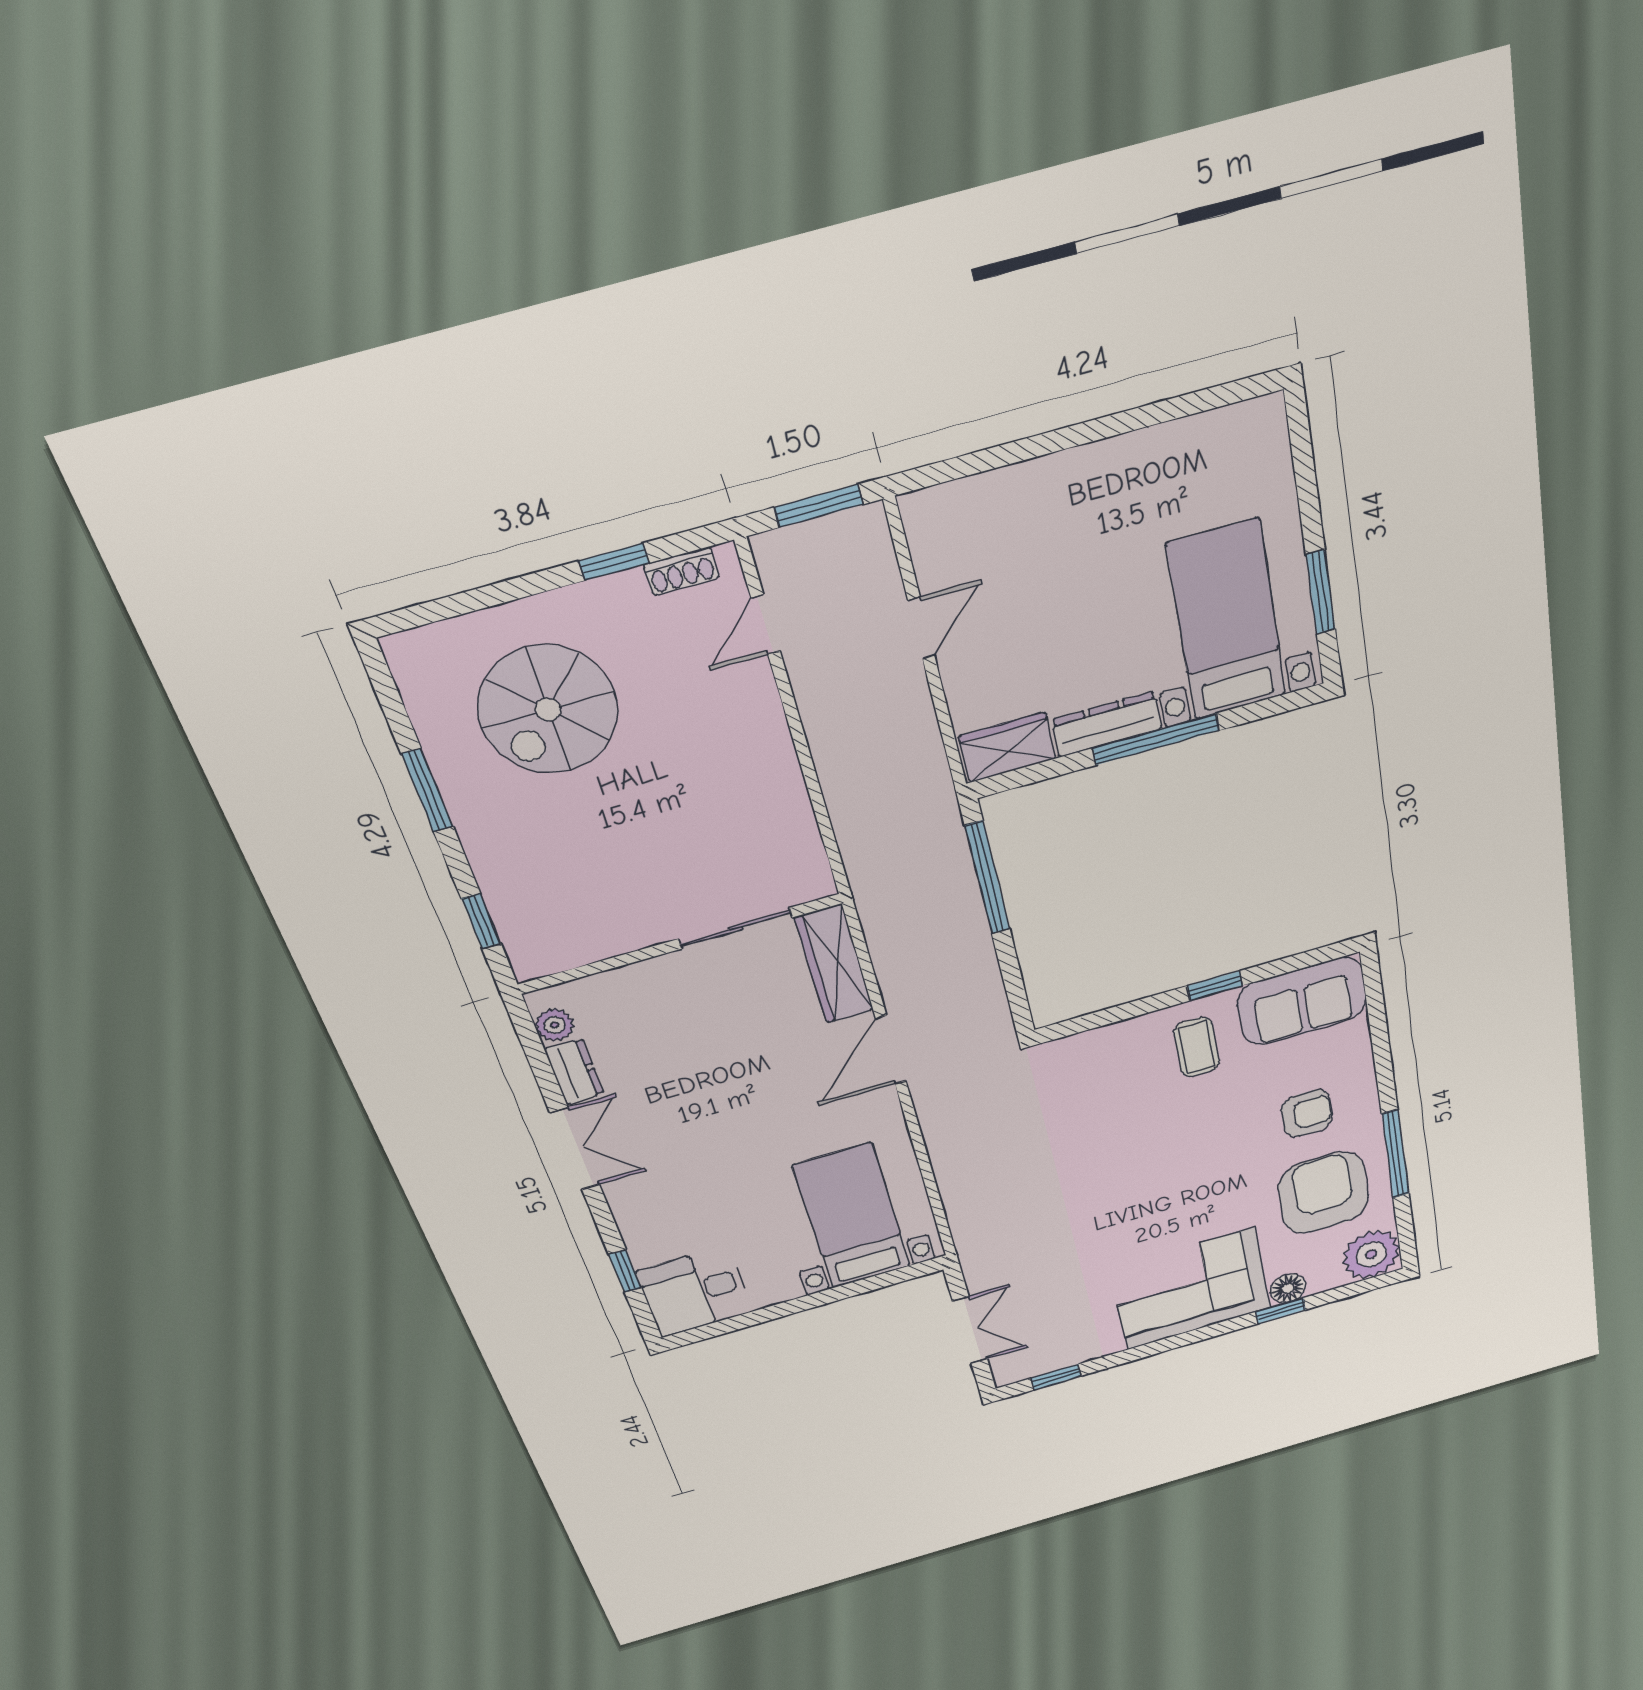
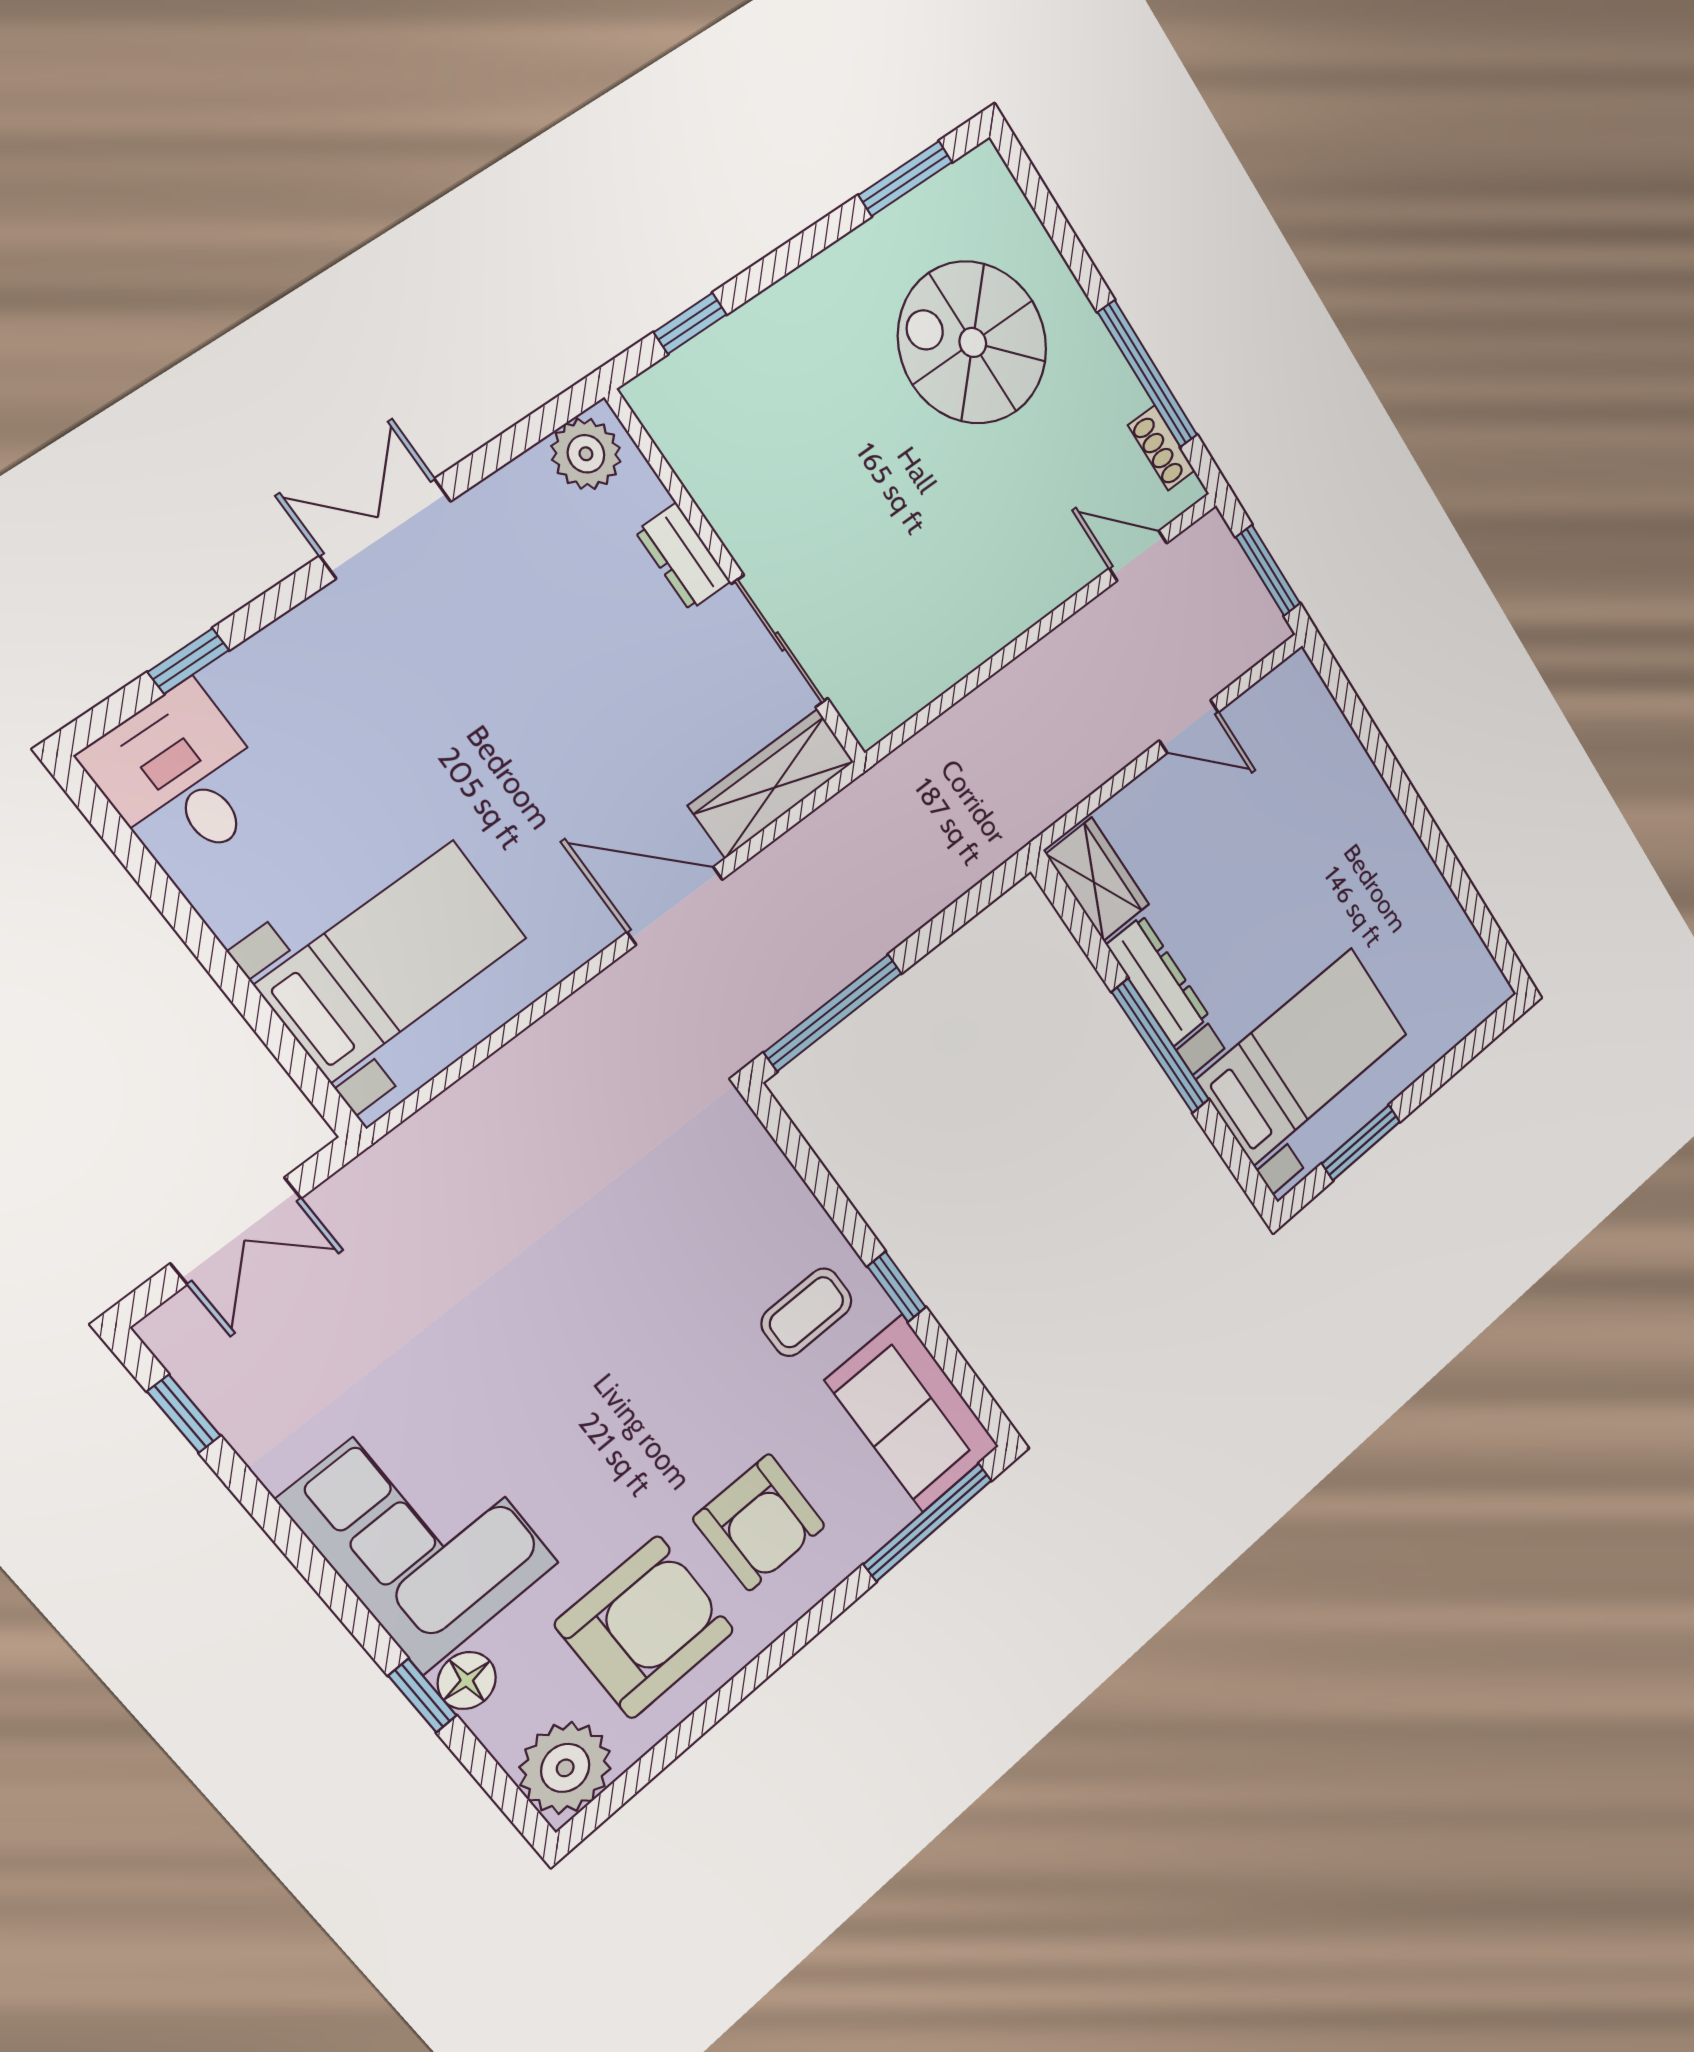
window: (614, 562) -> (1148, 374), width x2.17
window: (427, 791) -> (905, 178), moved
window: (987, 878) -> (833, 1013), moved
plant: (555, 1025) -> (586, 454), width x1.38, depth x1.38
dresser: (574, 1072) -> (683, 557), moved, turned 90
armchair: (1307, 1113) -> (759, 1522), width x1.38, depth x1.38
double door: (575, 1149) -> (386, 528), swing flipped
window: (1395, 1154) -> (928, 1522), moved

